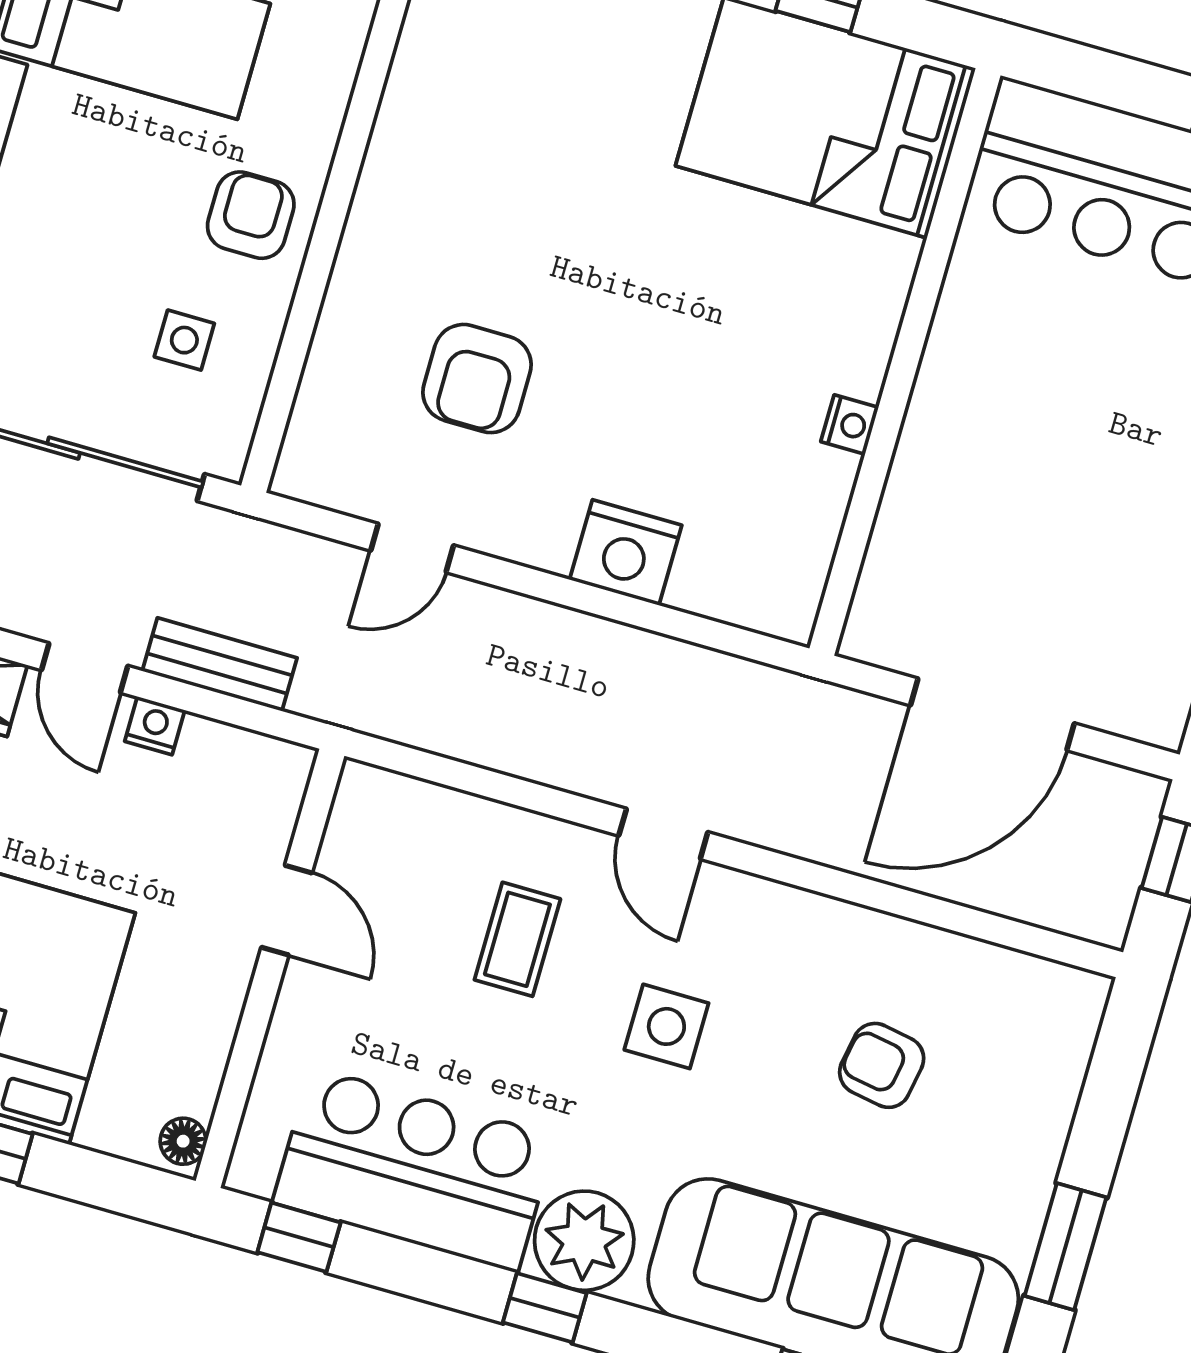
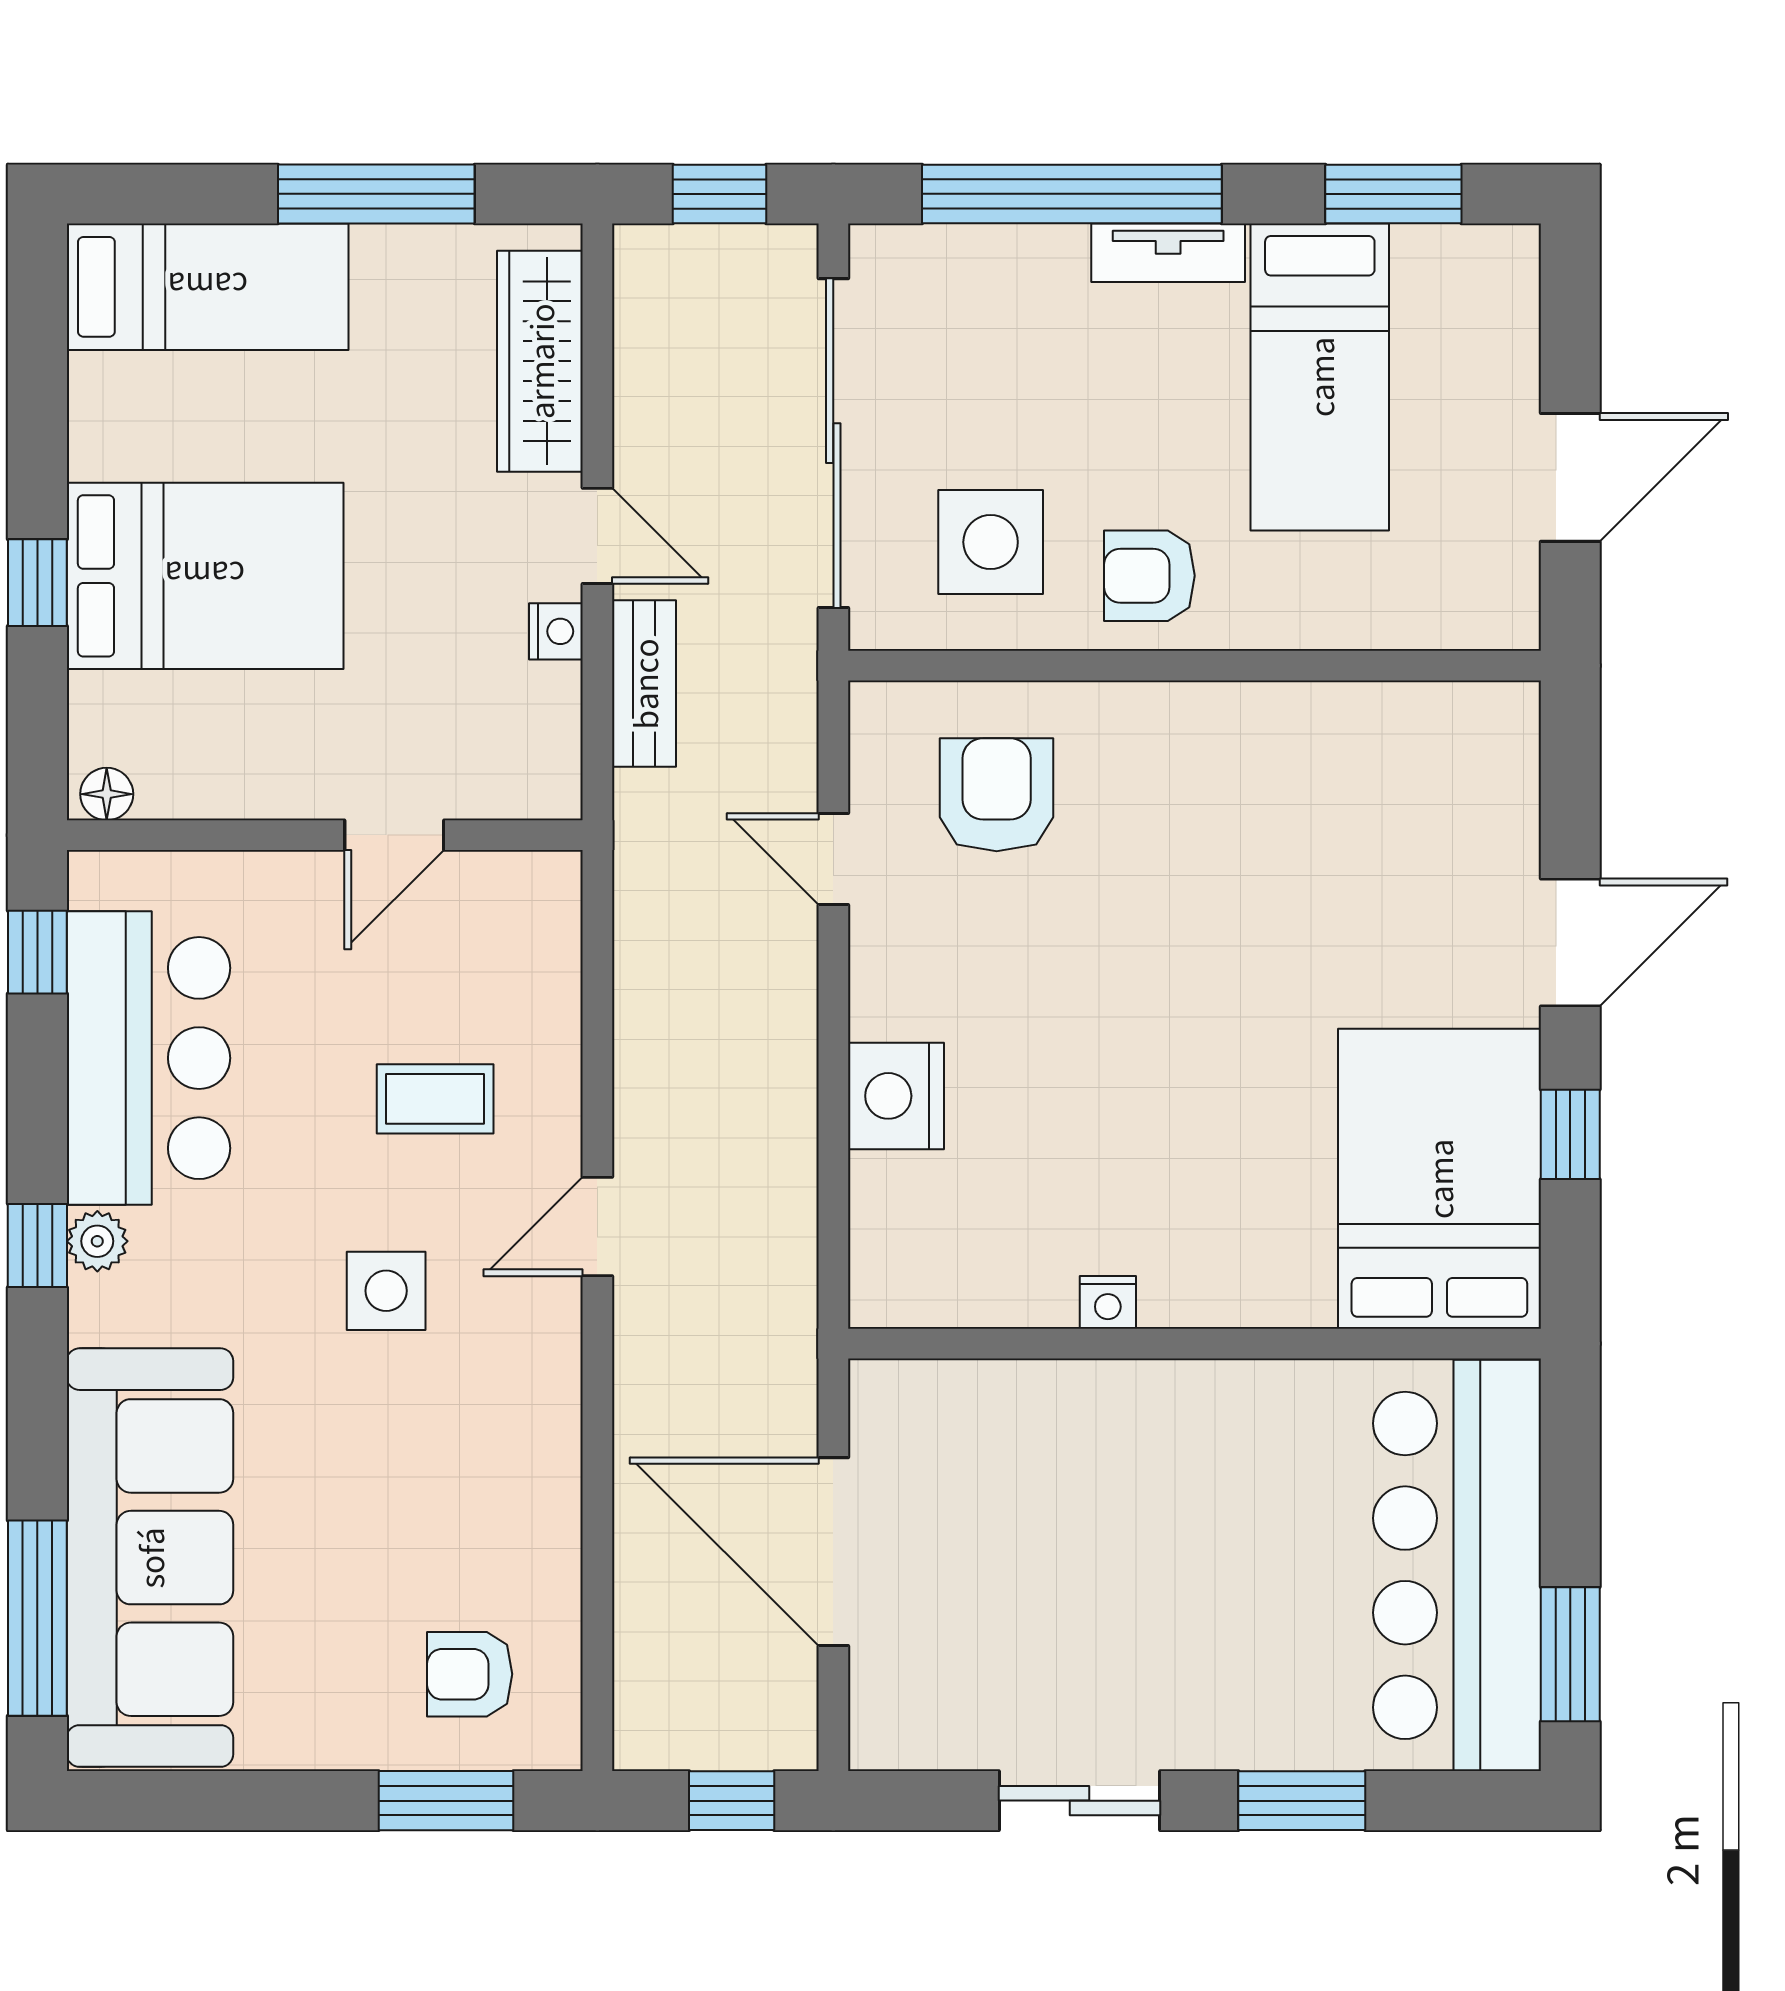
armchair: (251, 215) -> (1149, 576), turned 180
side table: (184, 340) -> (991, 542), width x1.87, depth x1.87
armchair: (477, 379) -> (997, 795), moved, turned 90
door: (85, 668) -> (597, 536), swing flipped
armchair: (882, 1065) -> (470, 1674), moved, turned -100
plant: (584, 1241) -> (97, 1241), width x0.53, depth x0.53
window: (1066, 1247) -> (446, 1801), moved

